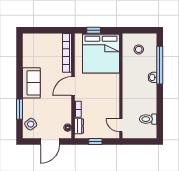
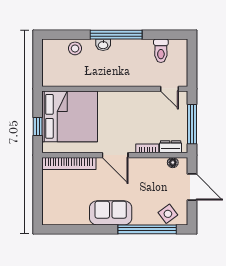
stool: (139, 49) -> (75, 48), moved
window: (160, 65) -> (116, 35), moved
window: (19, 109) -> (147, 229), width x2.11
door: (121, 125) -> (170, 89), hinge flipped
window: (95, 141) -> (192, 124), width x2.17

